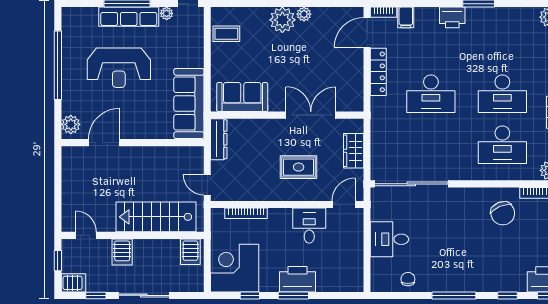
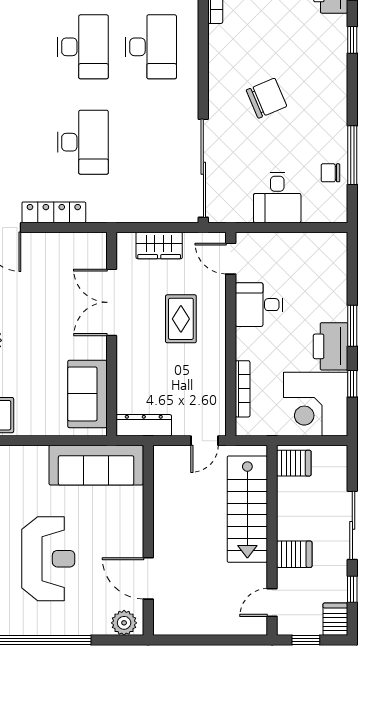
chair: (503, 213) -> (266, 98), moved
printer: (298, 279) -> (331, 346), moved
window: (454, 295) -> (352, 155), moved

